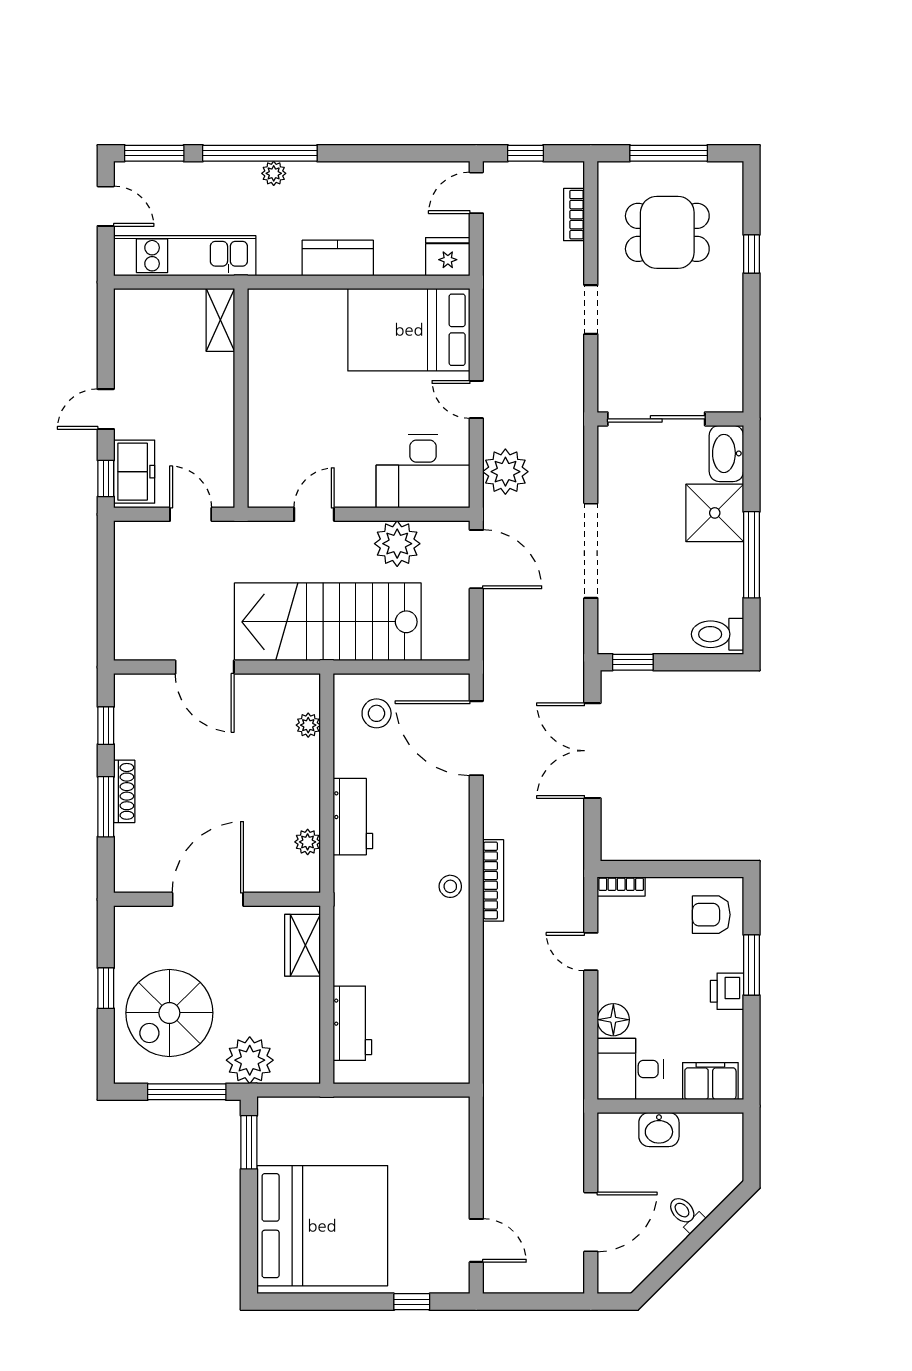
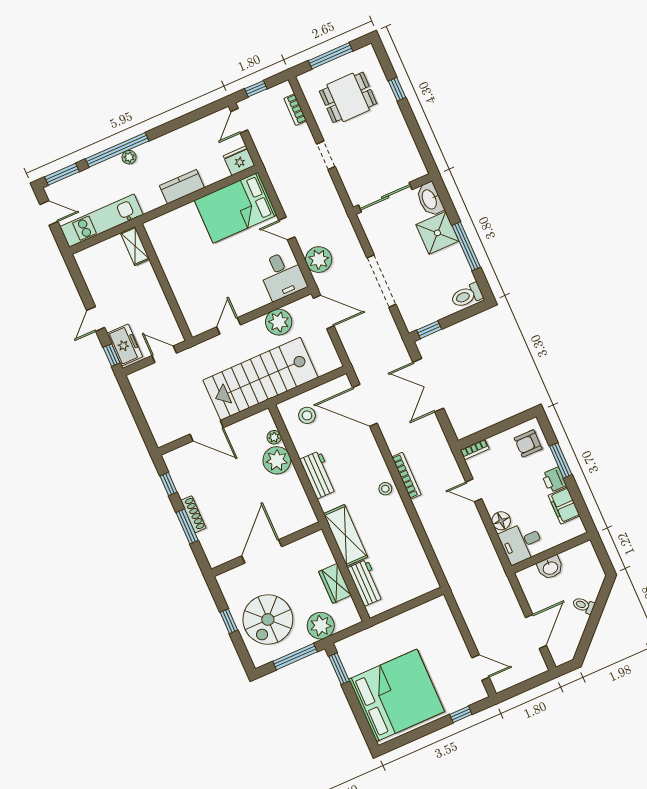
desk: (423, 471) -> (282, 275), width x0.73
plant: (308, 842) -> (277, 460), moved, width x1.88, depth x1.88
shelving: (353, 933) -> (346, 535), added
wardrobe: (303, 945) -> (335, 583), moved
filing cabinet: (710, 1081) -> (564, 506), moved, turned -90

